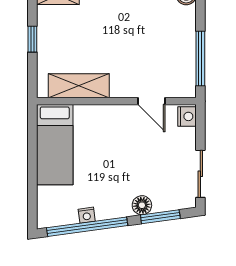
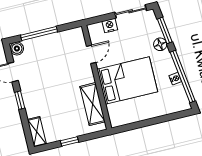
window: (200, 59) -> (39, 33), moved
nightstand: (187, 116) -> (110, 26), moved
bed: (55, 145) -> (127, 80), moved, width x1.50

